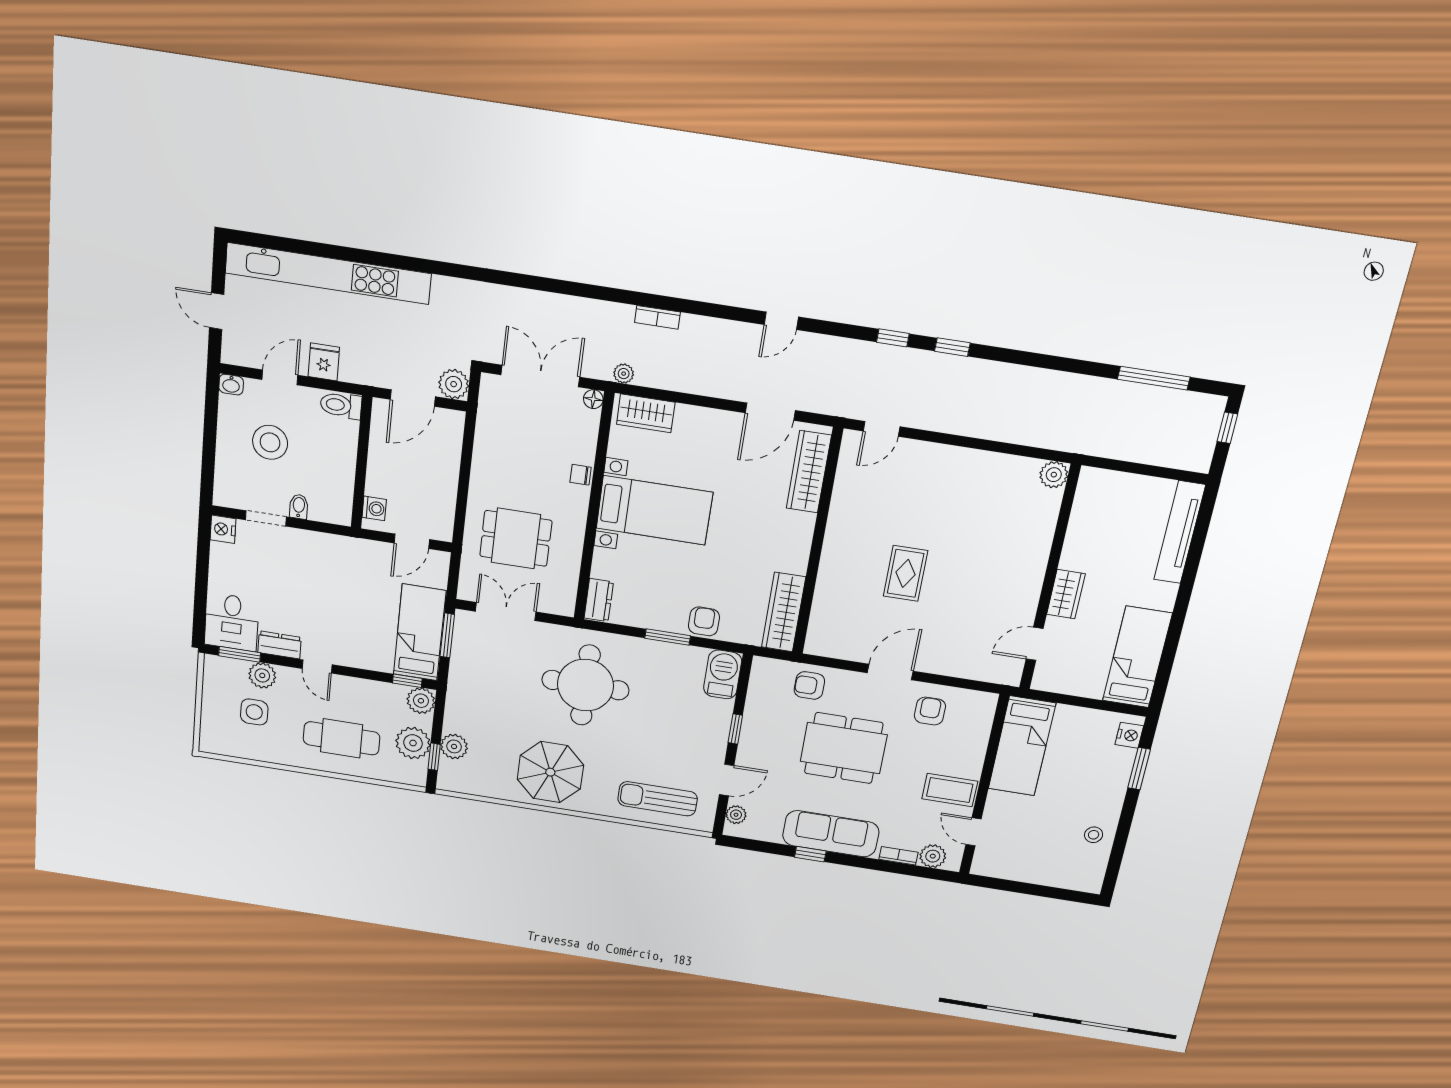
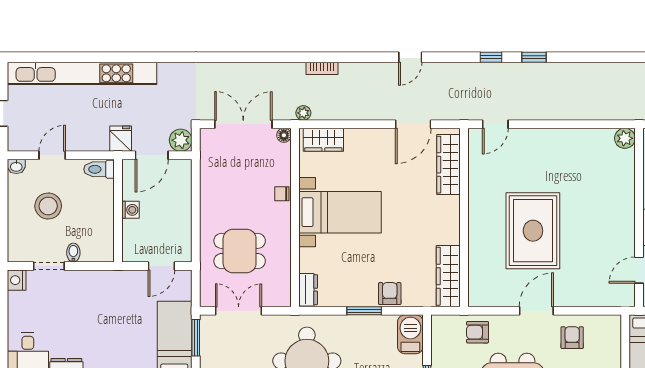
fridge: (324, 362) -> (121, 139), moved
washing machine: (374, 508) -> (131, 210), moved
rug: (906, 573) -> (533, 231), width x1.86, depth x2.06

